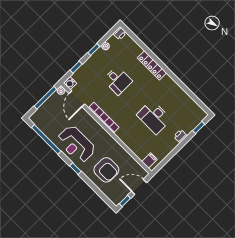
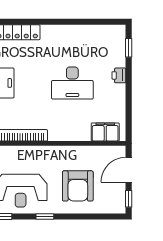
filing cabinet: (149, 160) -> (105, 132), width x2.00
armchair: (106, 170) -> (78, 186), turned 90

